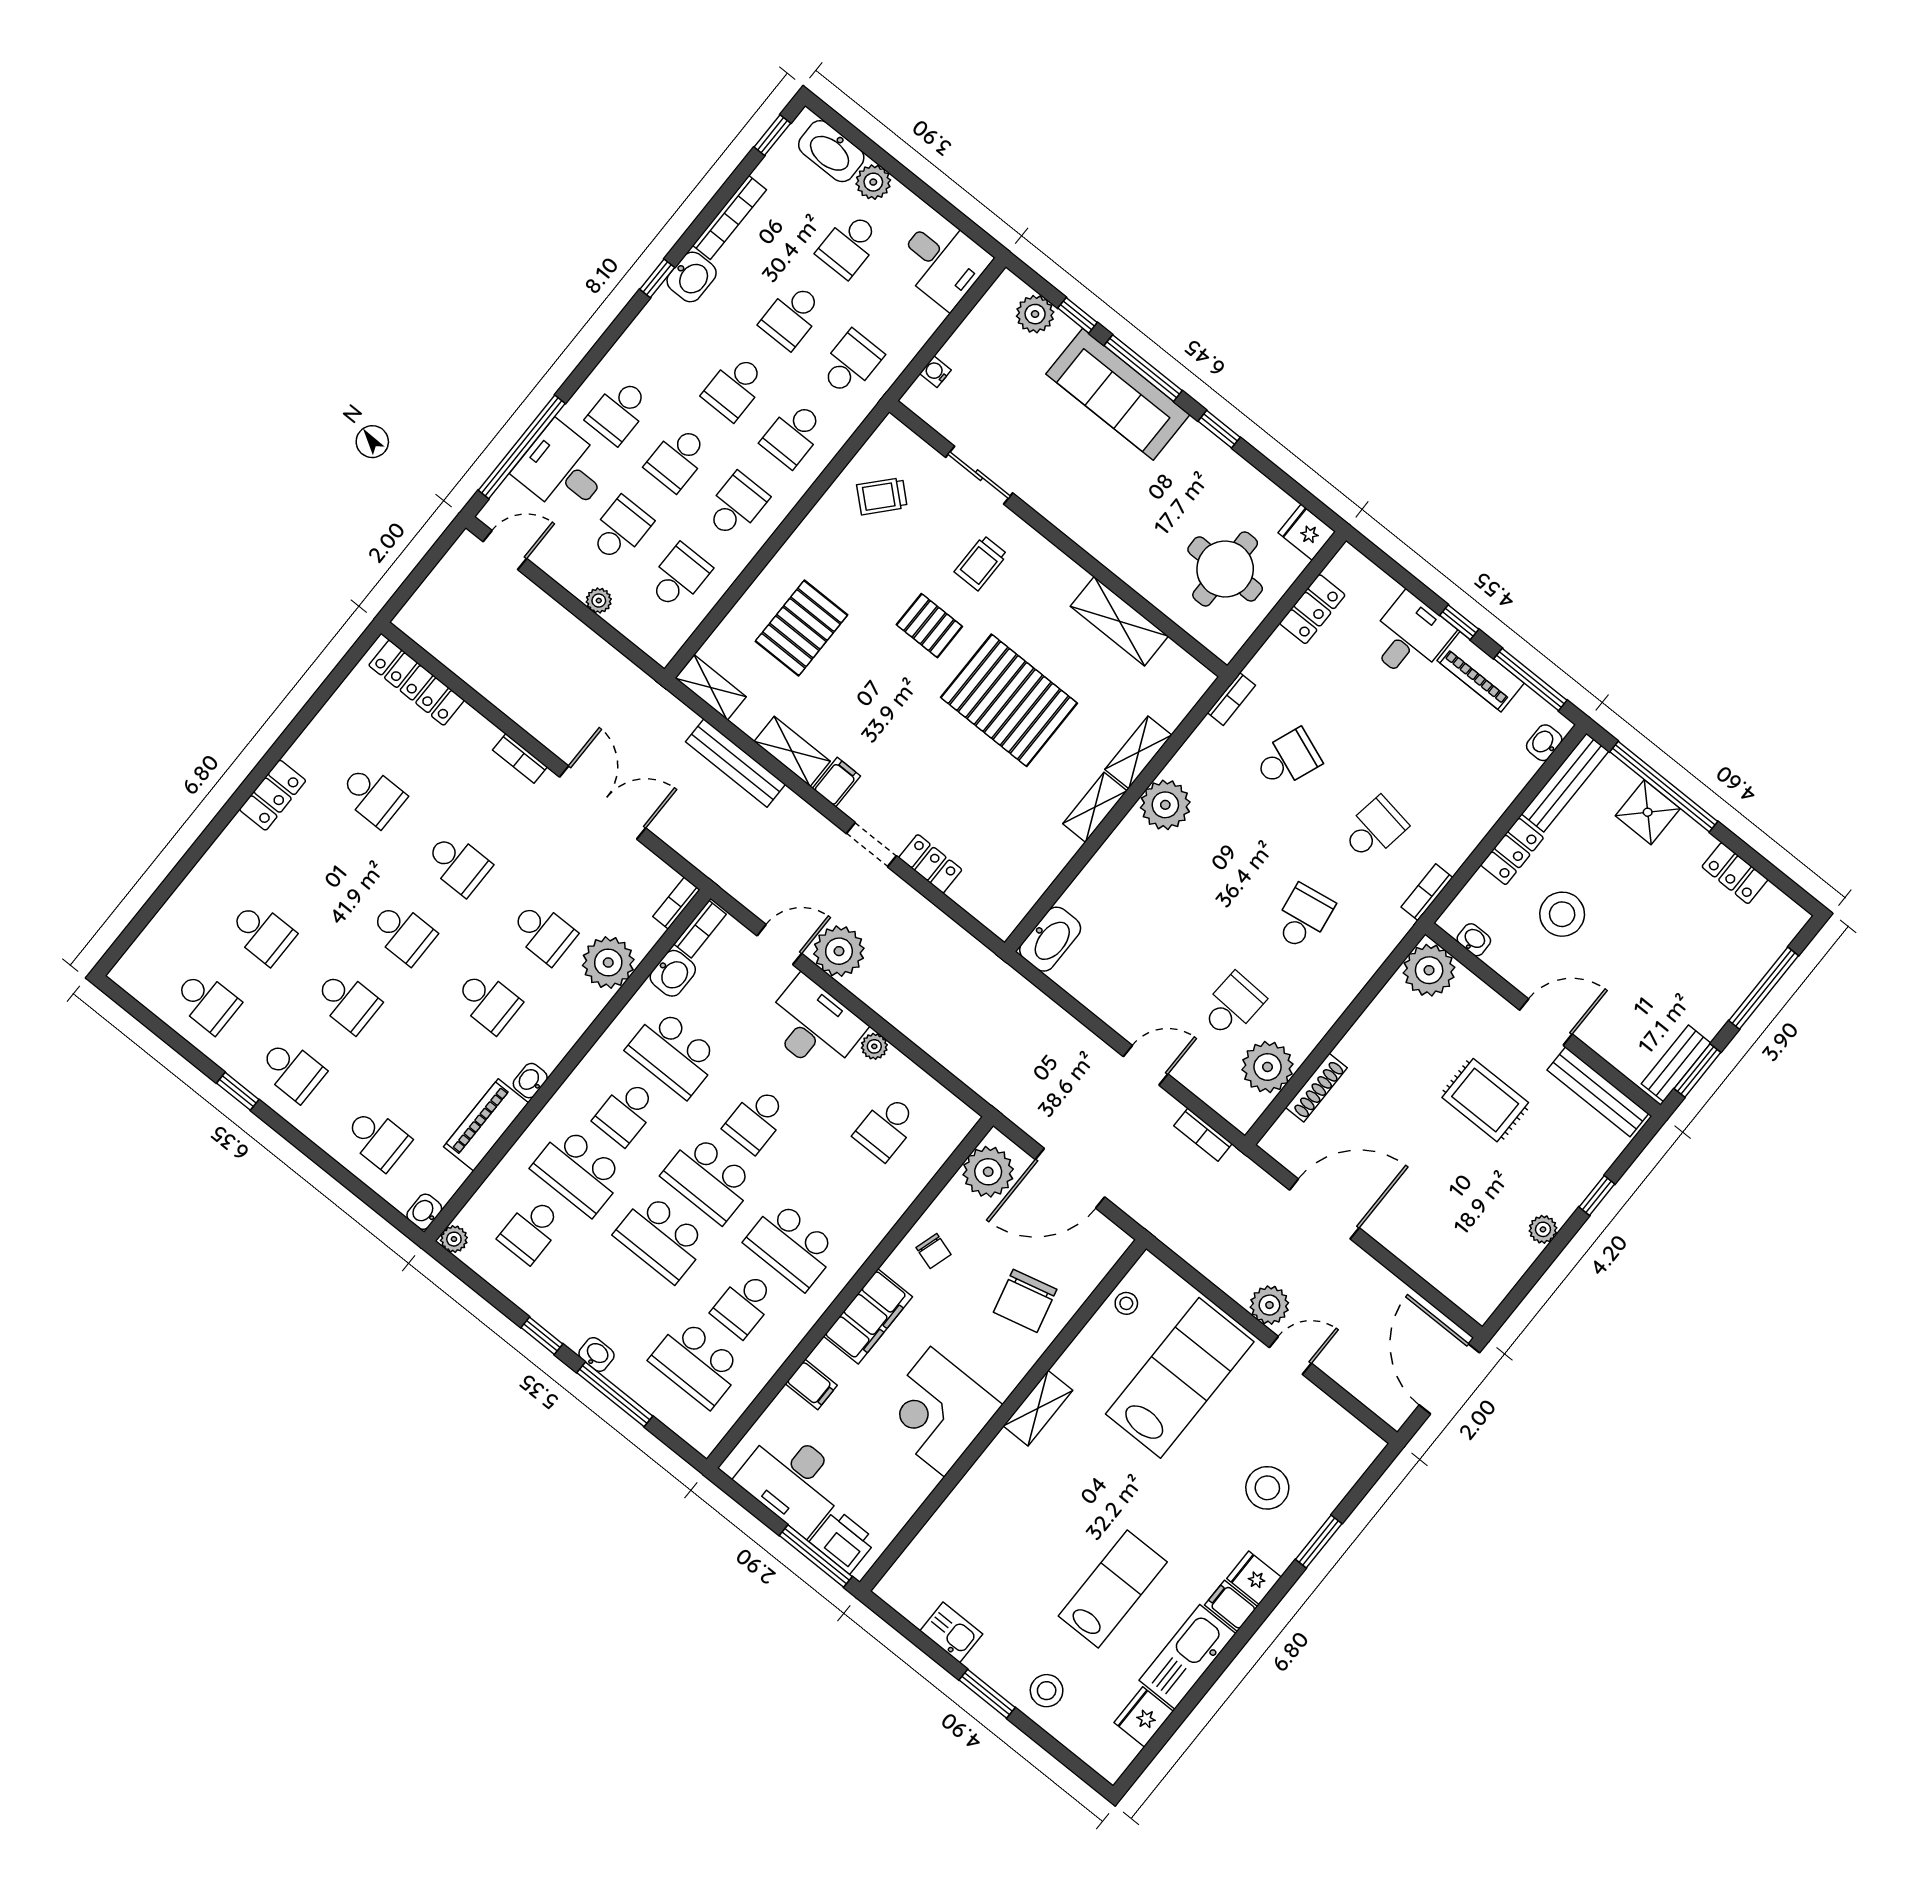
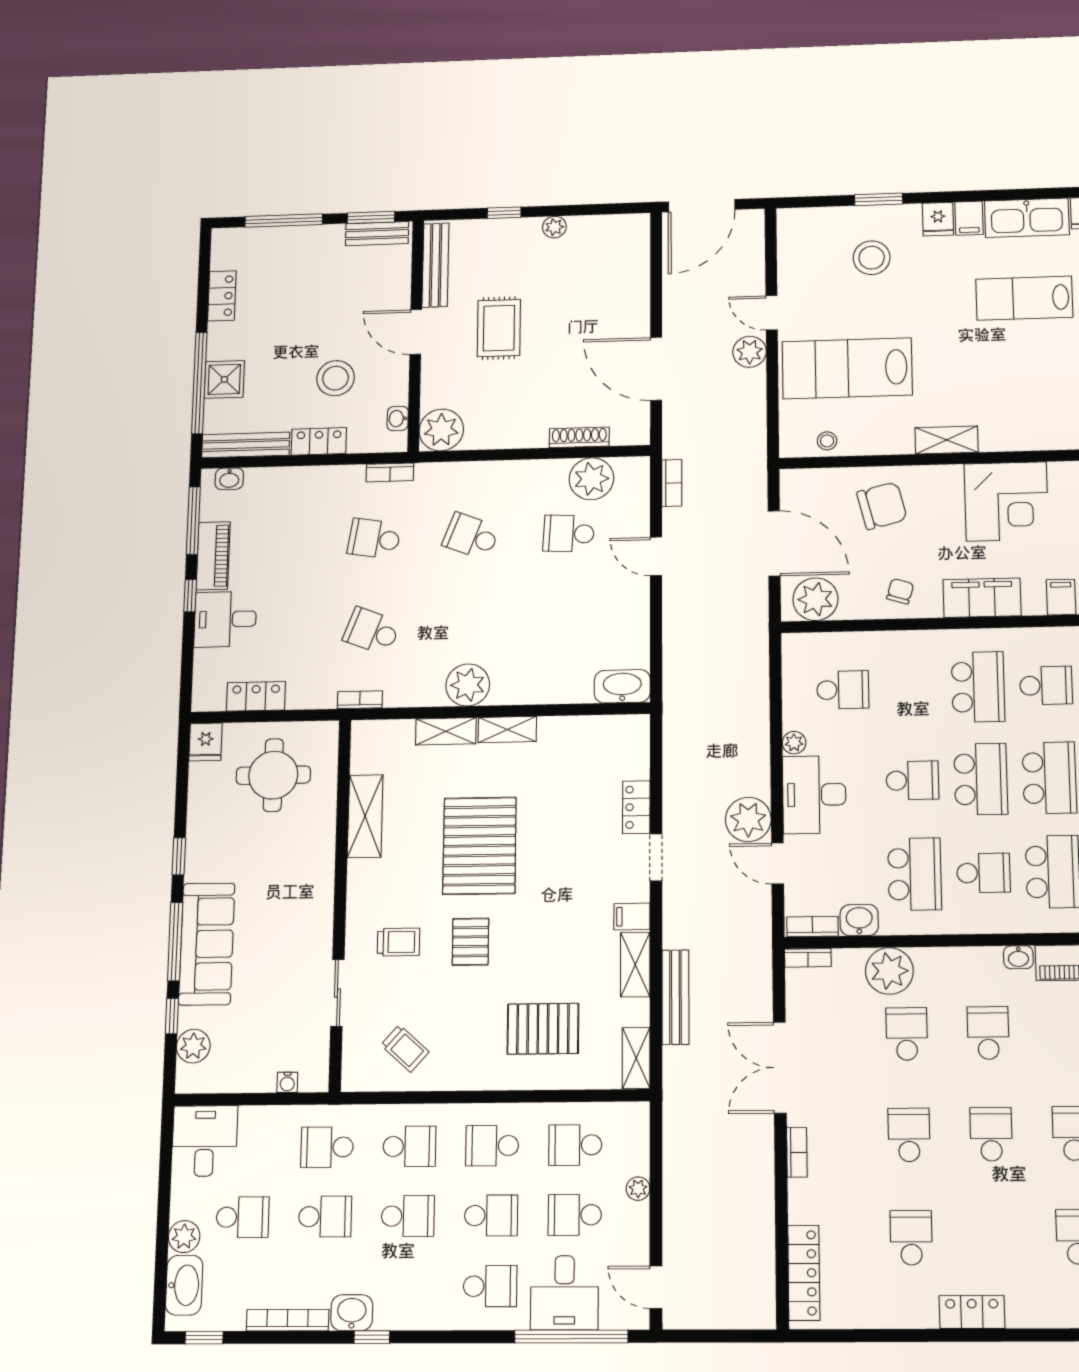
school desk: (1303, 917) -> (471, 536), turned 30

